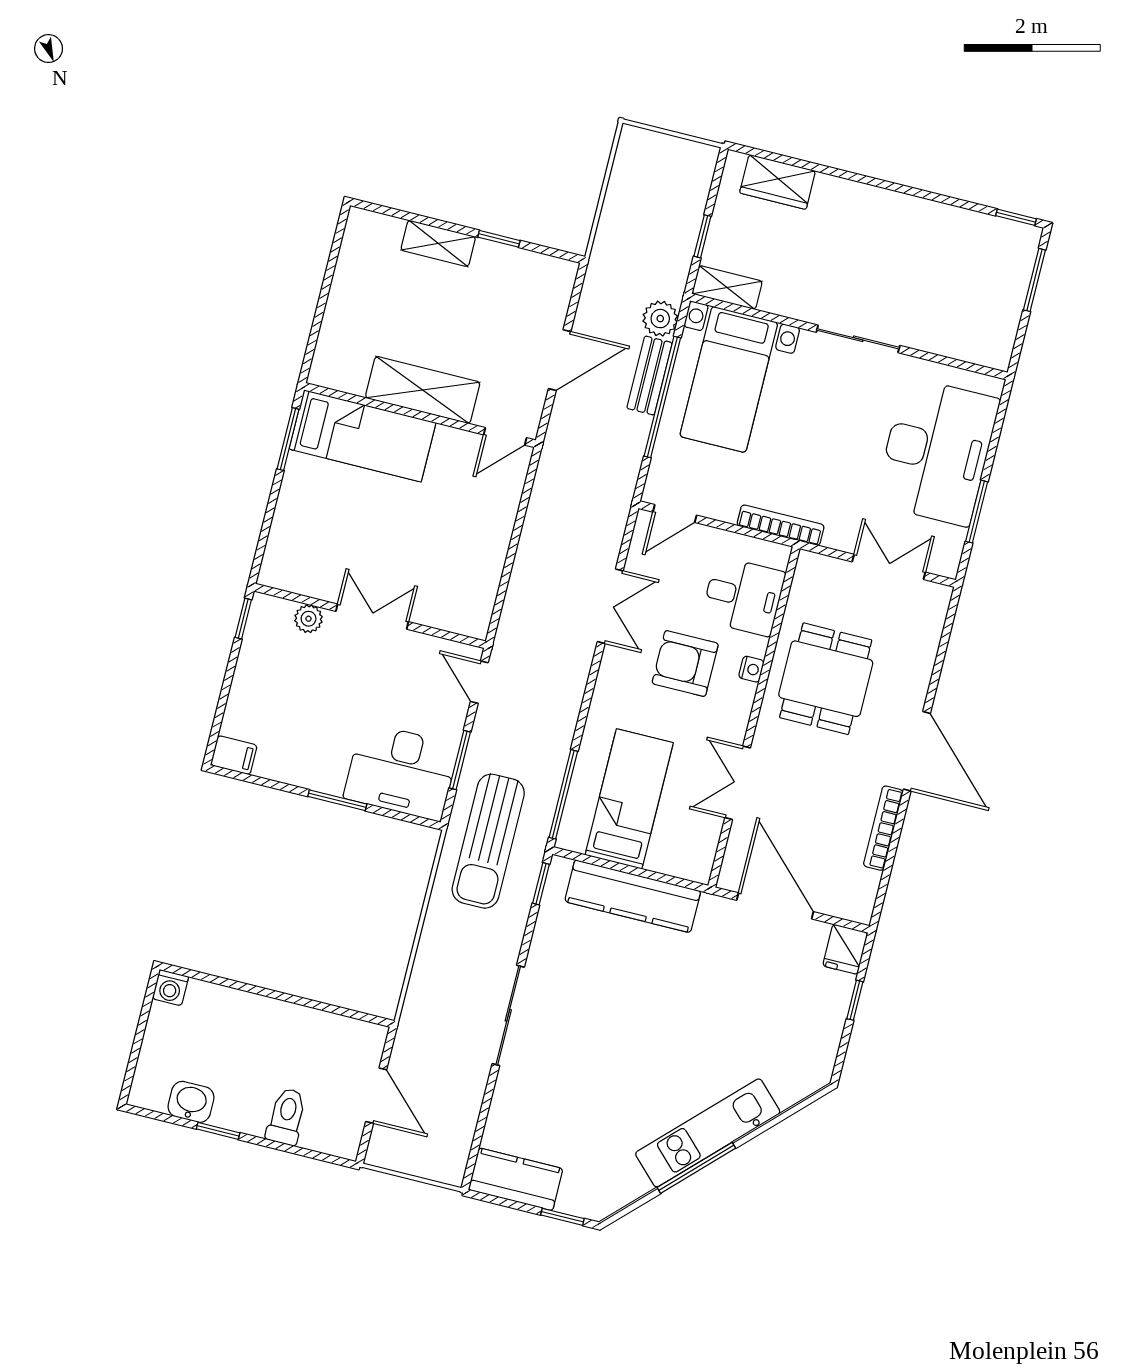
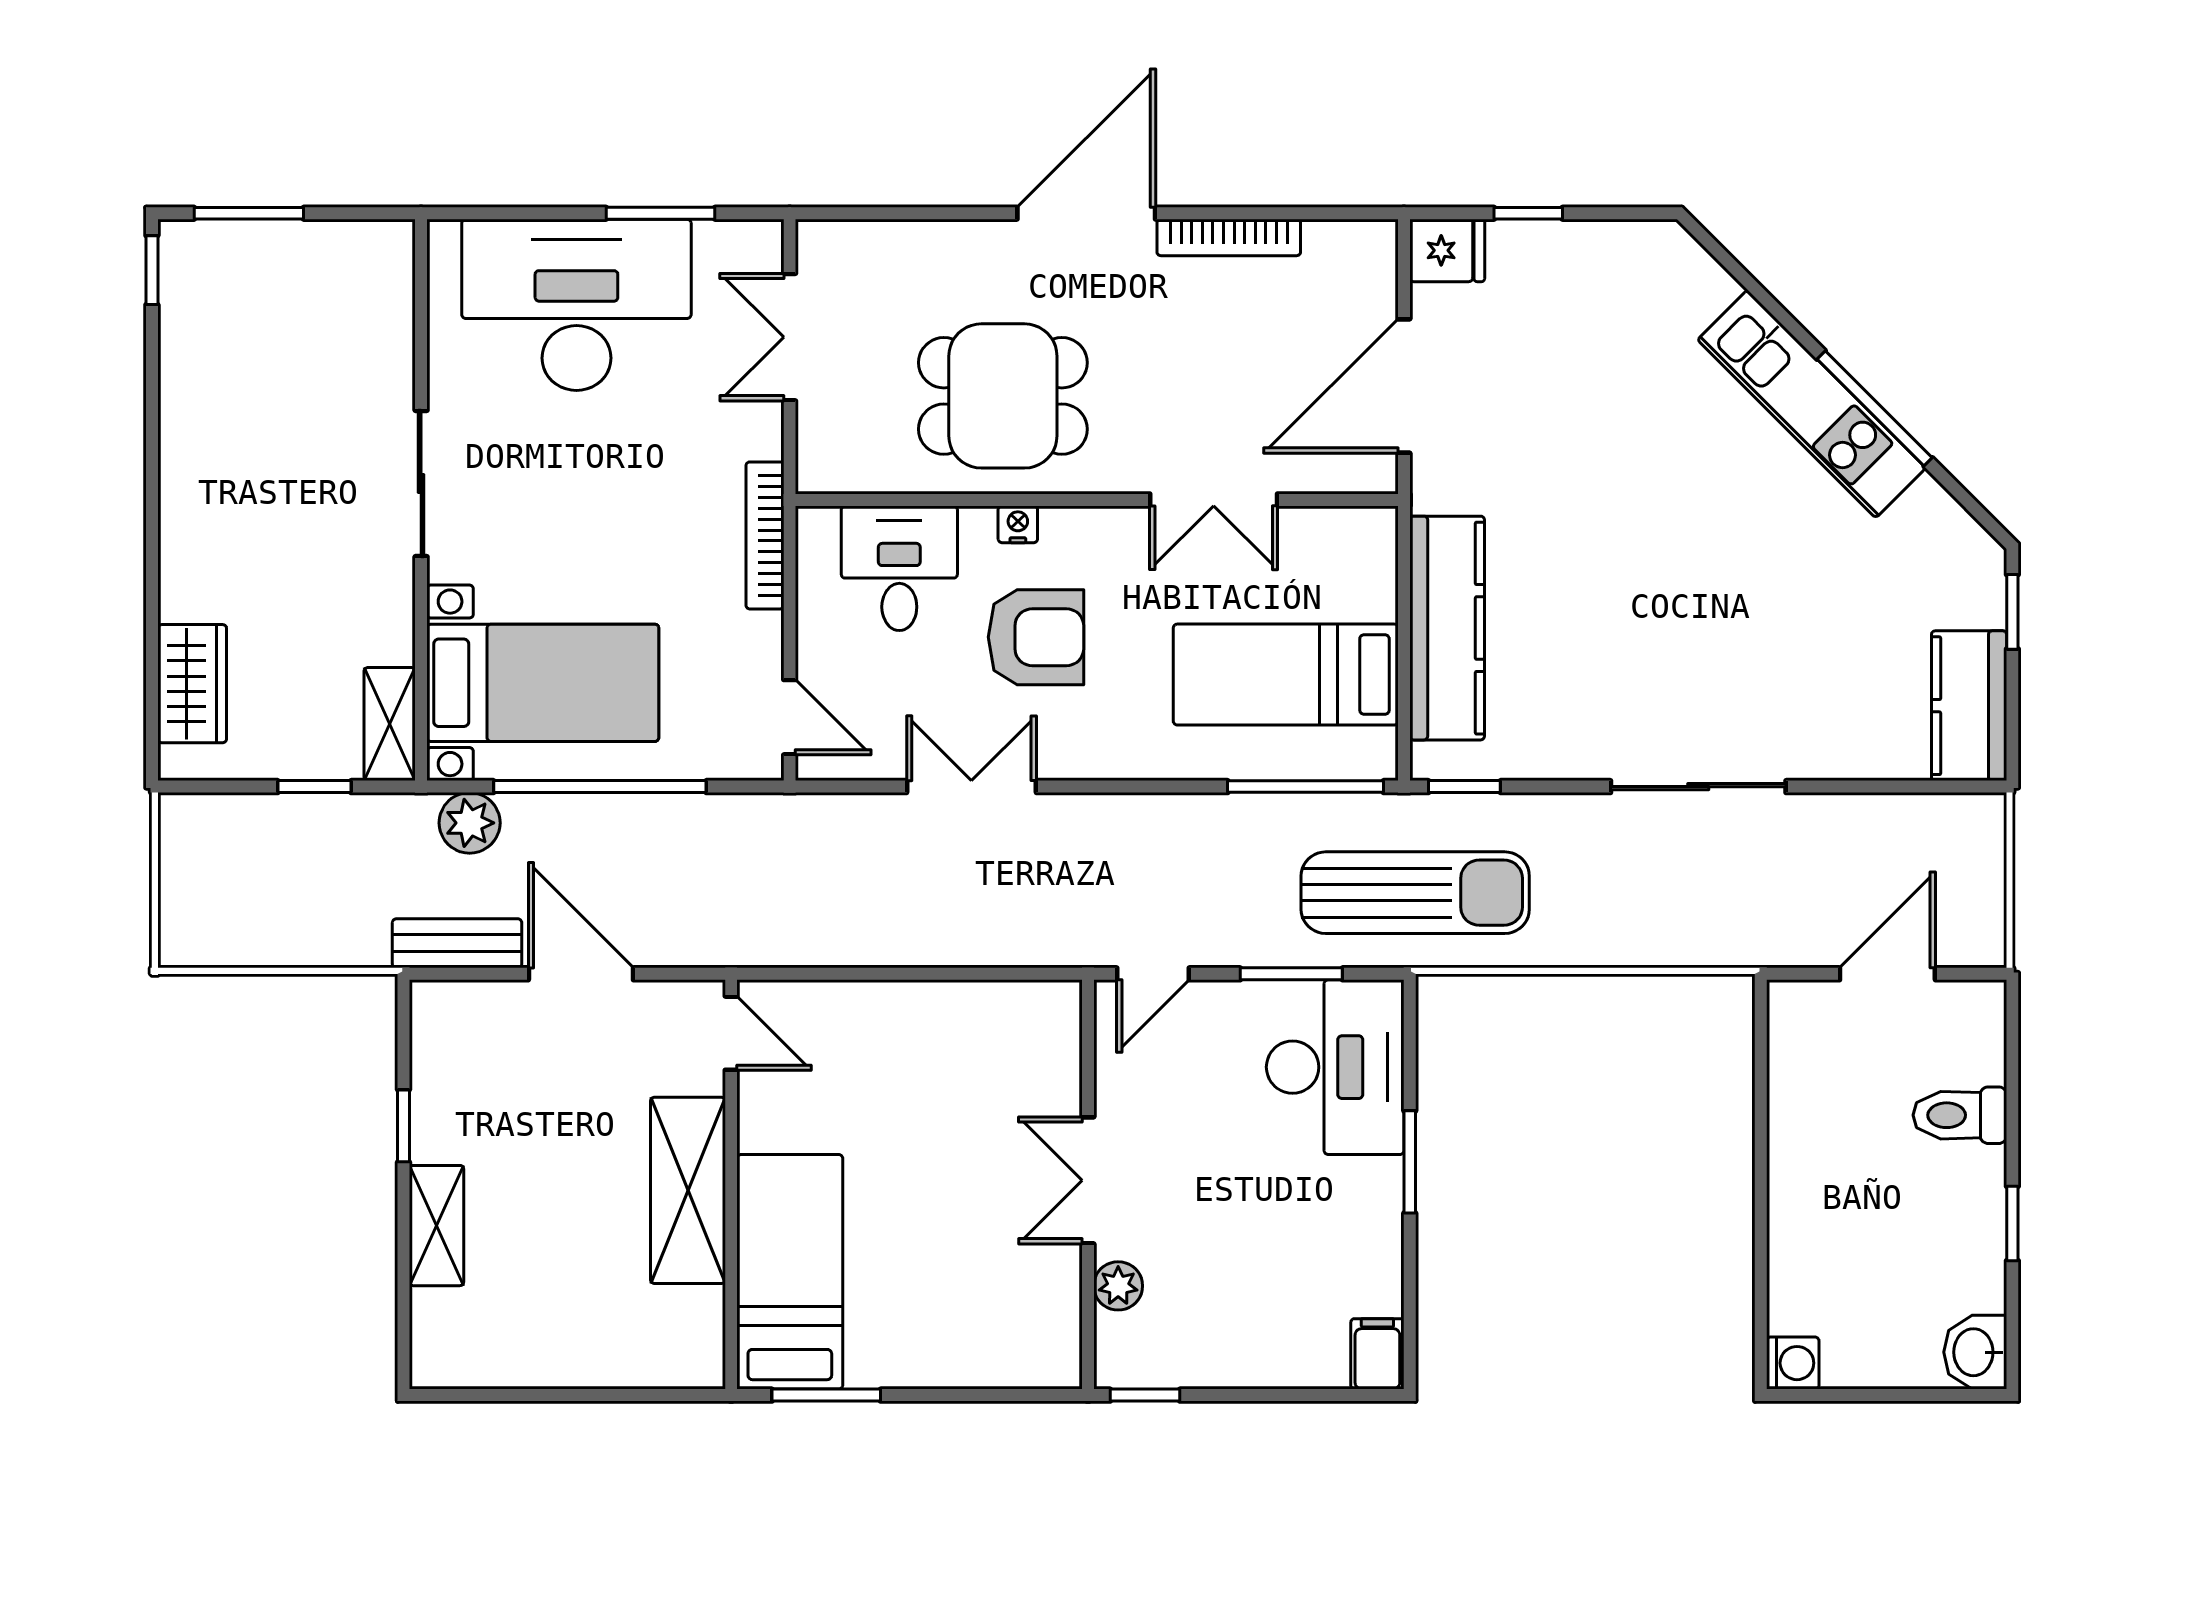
bench: (649, 375) -> (457, 943), moved
armchair: (685, 664) -> (1036, 637), turned -90
washbasin: (191, 1102) -> (1975, 1352), moved

